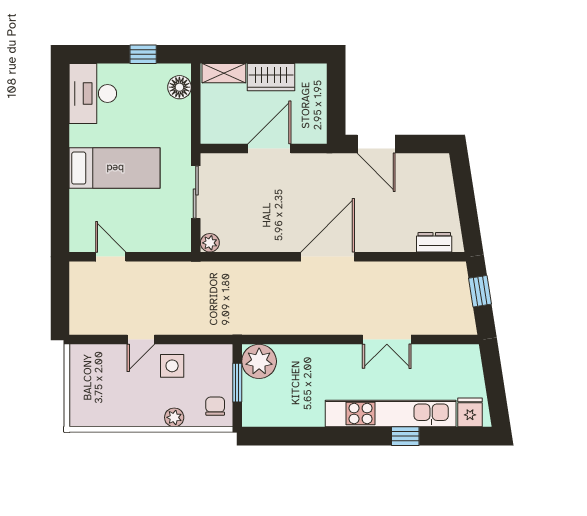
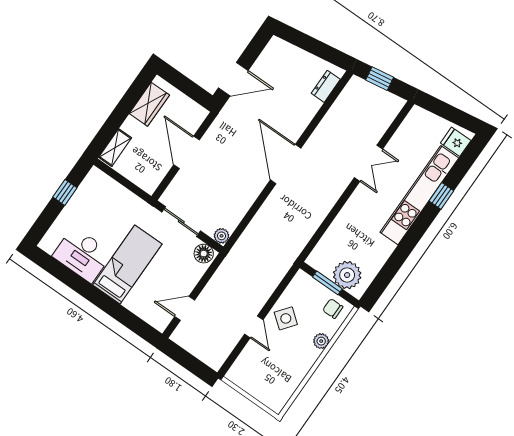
wardrobe: (271, 77) -> (149, 104), moved
floor lamp: (179, 87) -> (204, 254), moved
desk: (93, 93) -> (82, 255), moved
plant: (259, 361) -> (347, 275), moved
side table: (172, 366) -> (286, 318), turned 38

